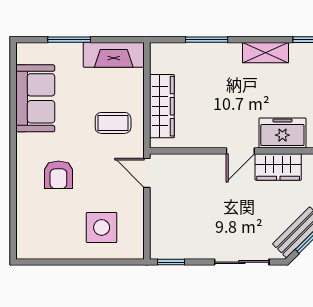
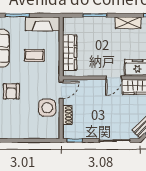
coffee table: (113, 123) -> (34, 55), moved
door: (147, 173) -> (61, 90), swing flipped
shoe rack: (158, 217) -> (67, 115), added
side table: (102, 227) -> (47, 108), moved

